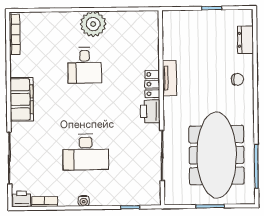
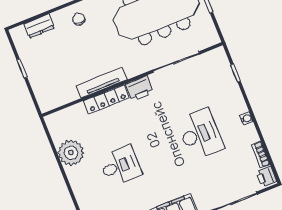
plant: (93, 24) -> (71, 153), moved
tv unit: (169, 78) -> (102, 83), width x1.41
locker: (152, 84) -> (106, 99), width x1.53

